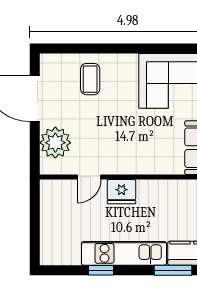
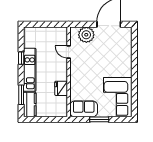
coffee table: (90, 79) -> (119, 53), removed
fridge: (121, 192) -> (61, 88), moved

